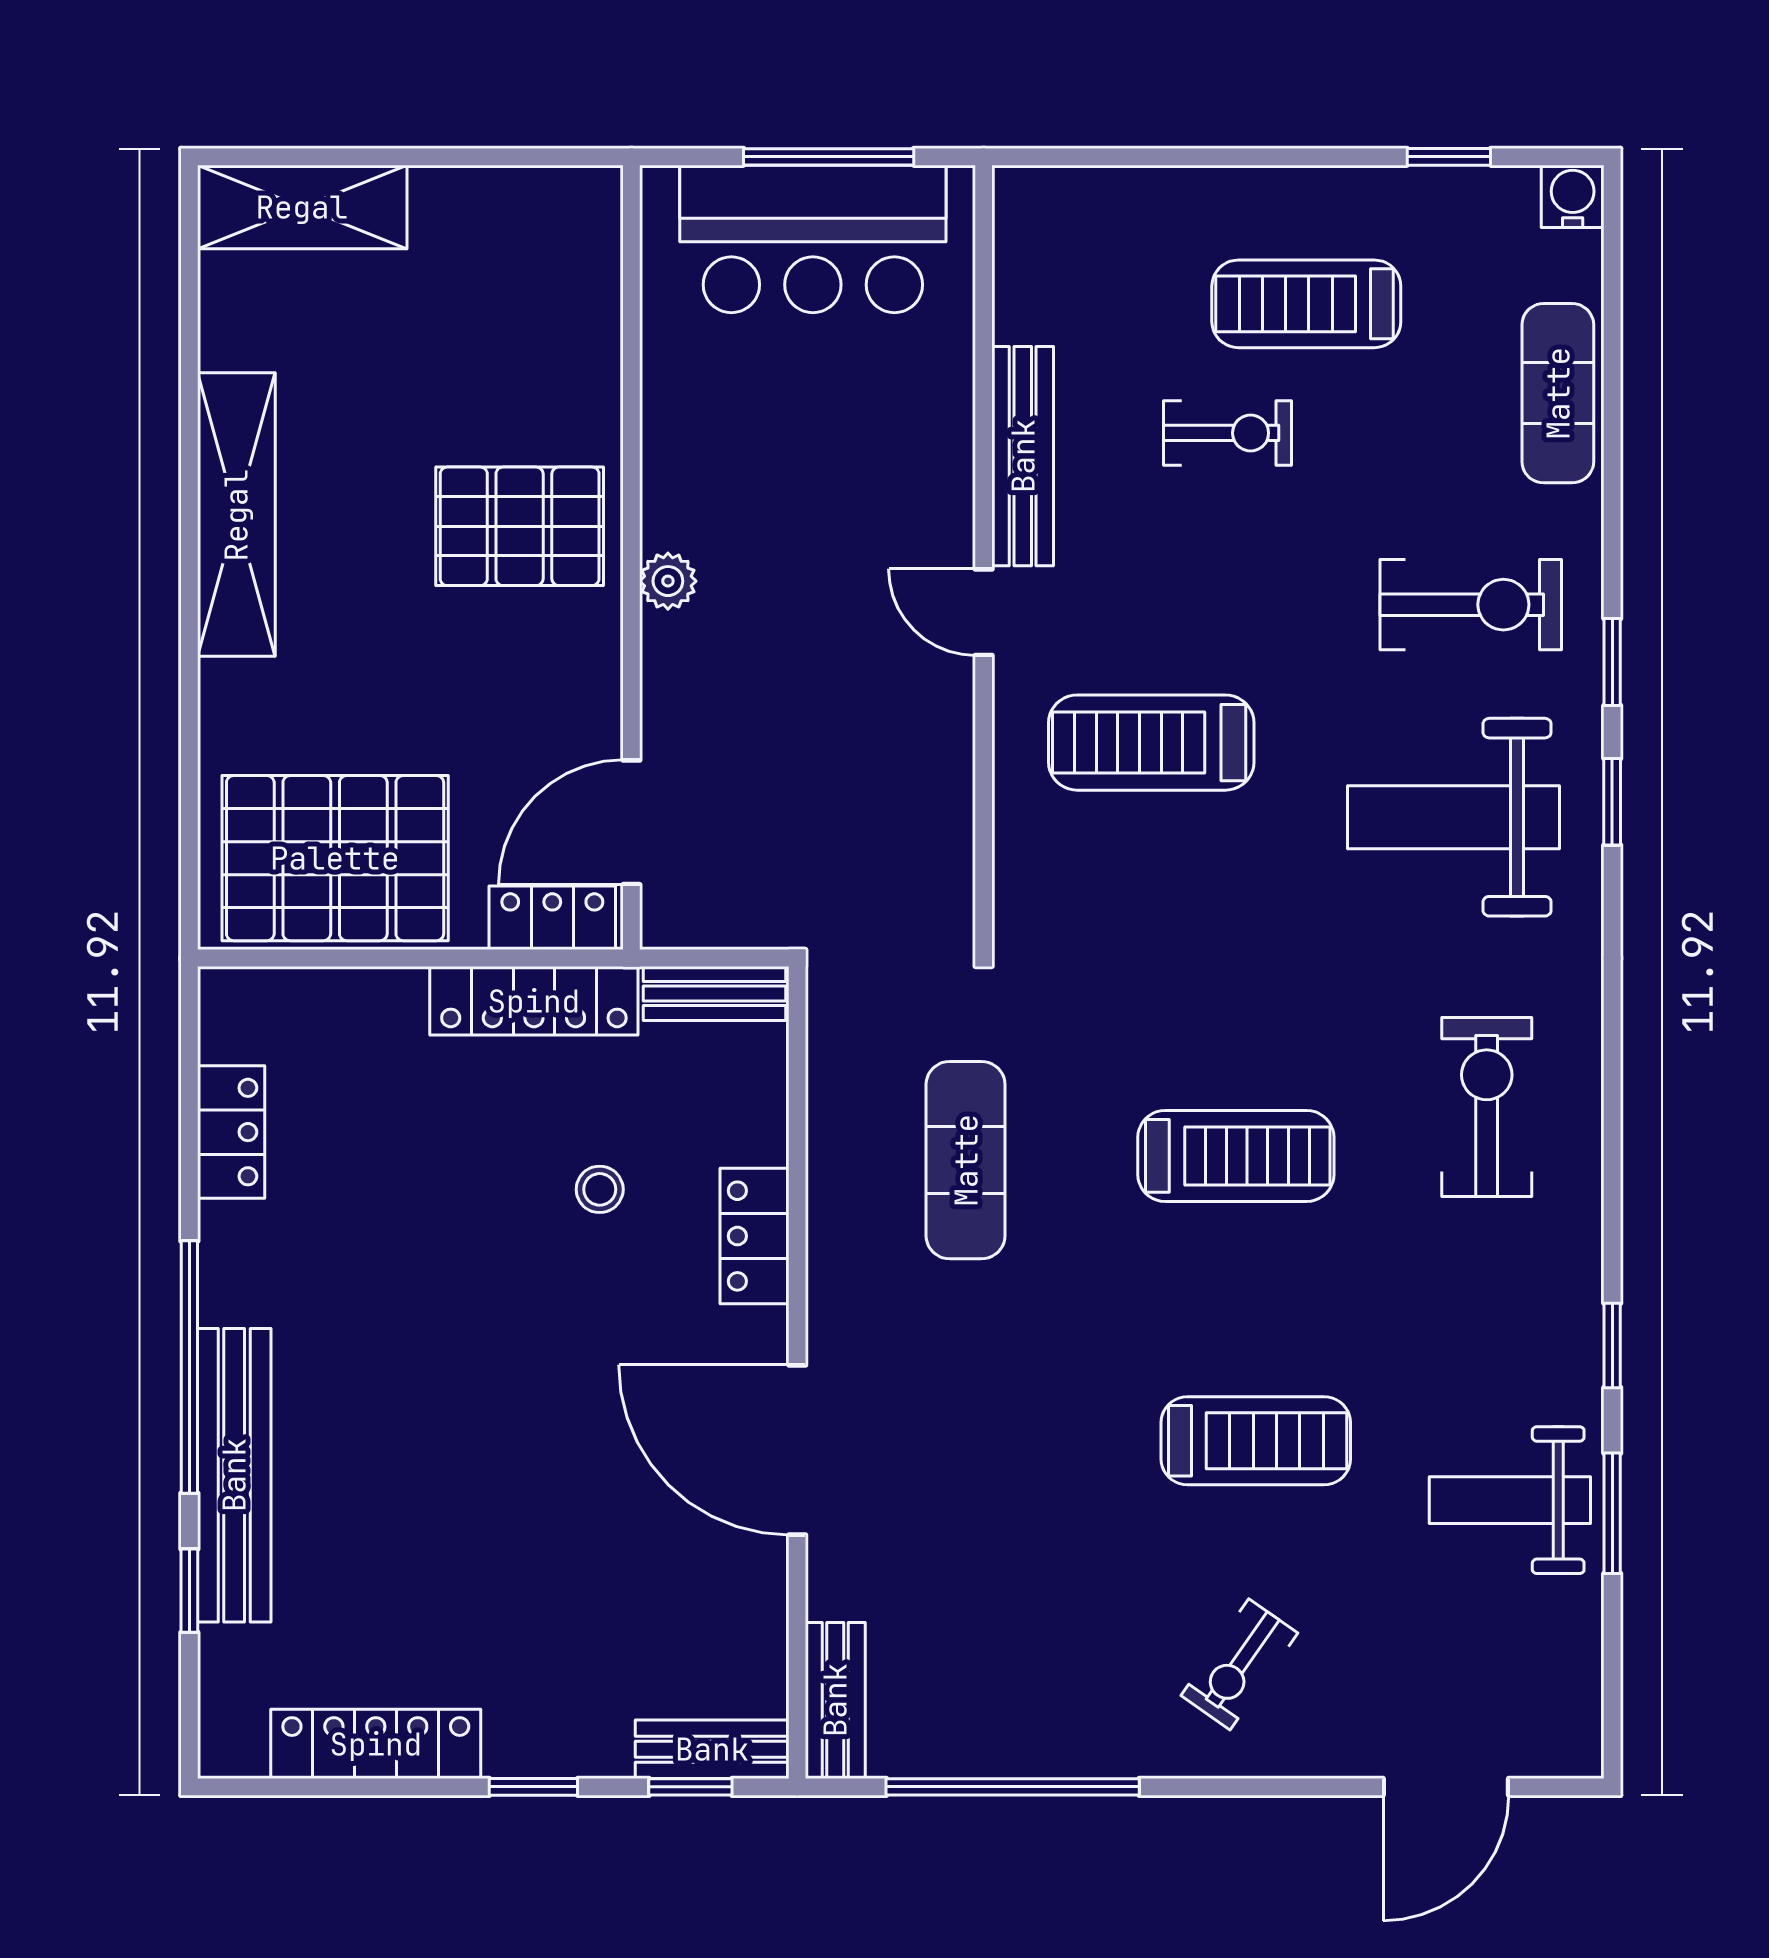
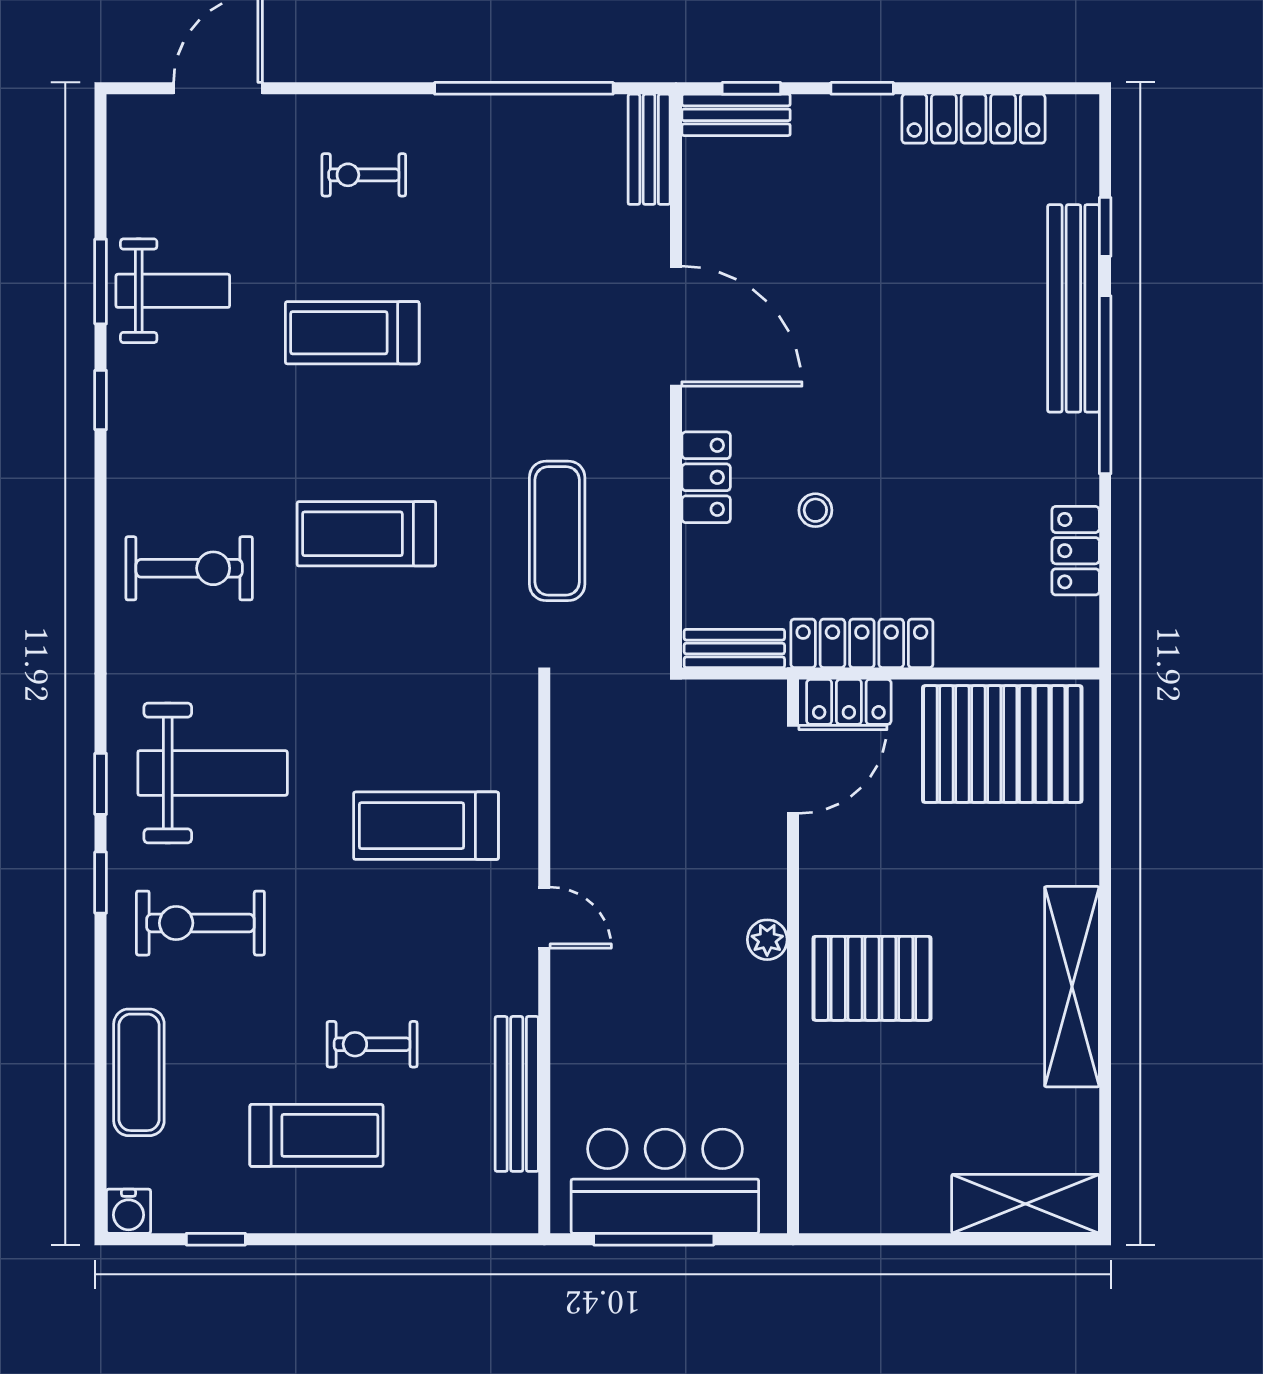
bench: (1023, 456) -> (517, 1094), moved
treadmill: (1151, 743) -> (426, 826), turned 180
exercise bike: (1487, 1107) -> (189, 568), turned -90
exercise bike: (1239, 1664) -> (364, 175), turned -125

